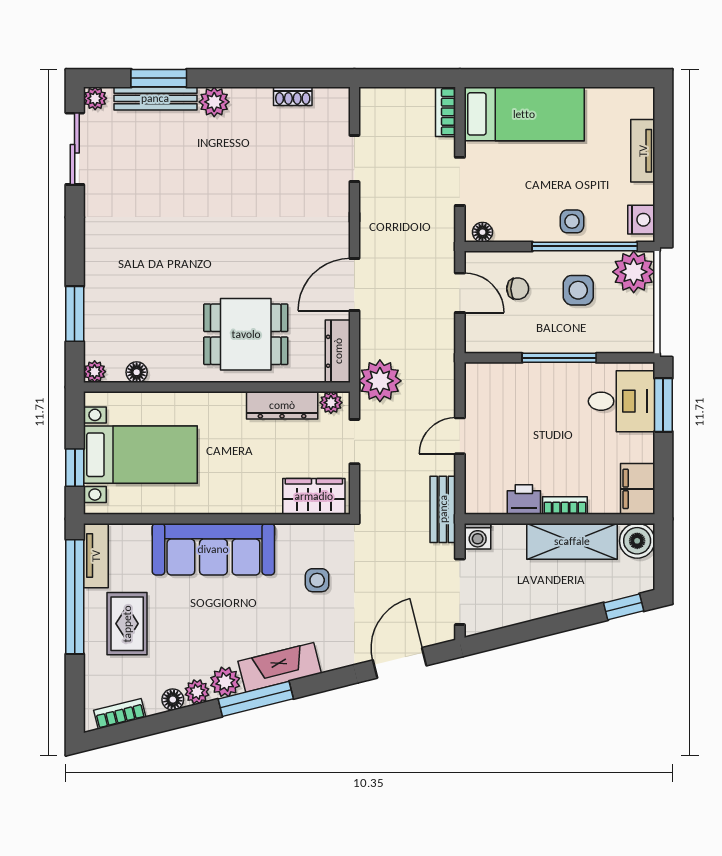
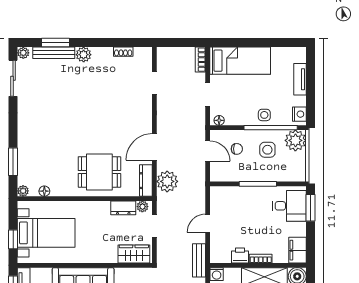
plant: (380, 381) -> (167, 181), moved
dresser: (282, 405) -> (123, 208), width x0.70

